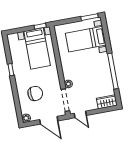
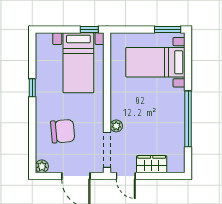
wardrobe: (107, 102) -> (152, 164), moved

